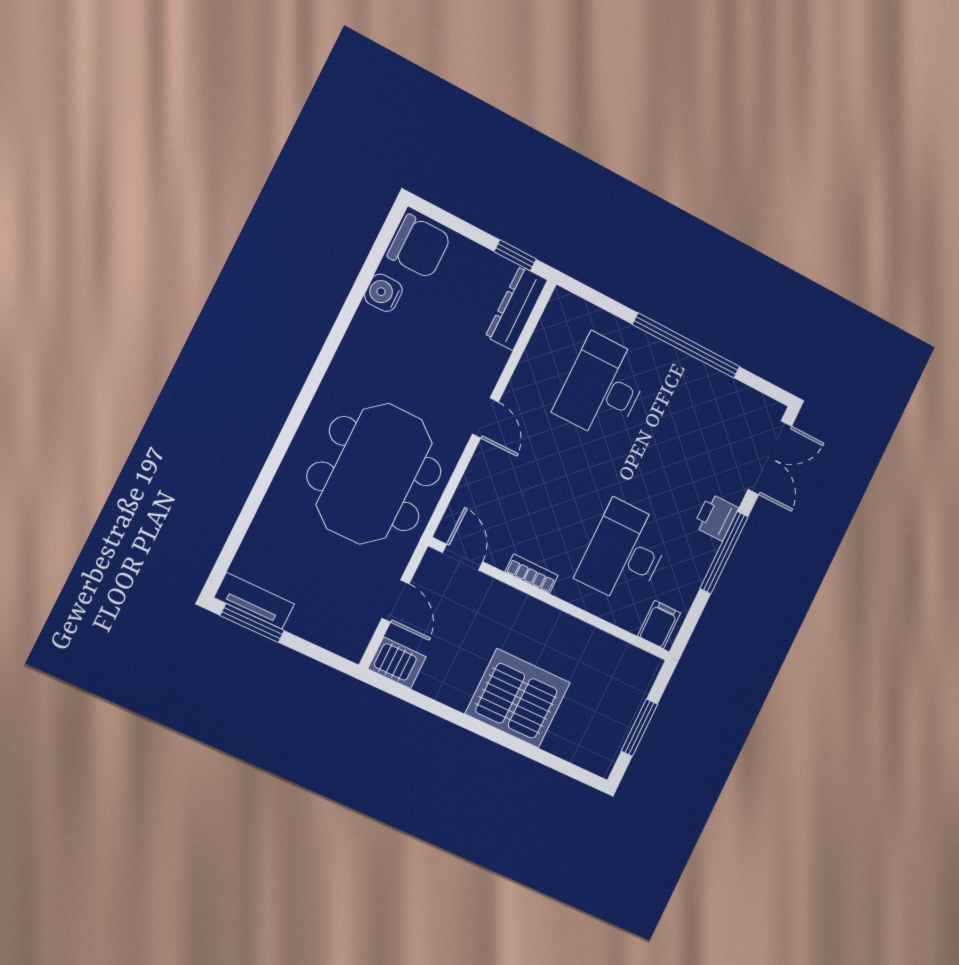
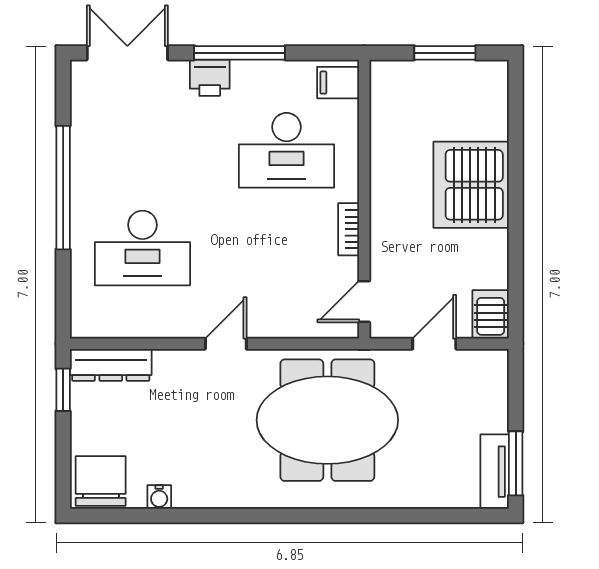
water cooler: (383, 293) -> (159, 497), width x0.72, depth x0.72

